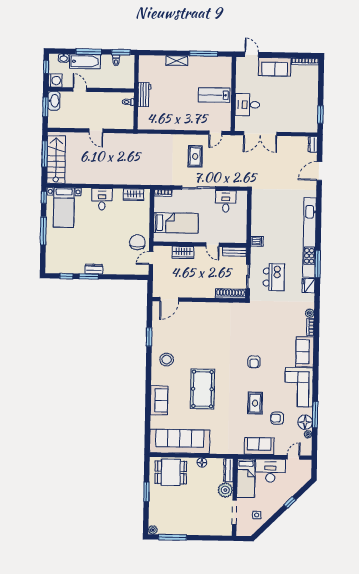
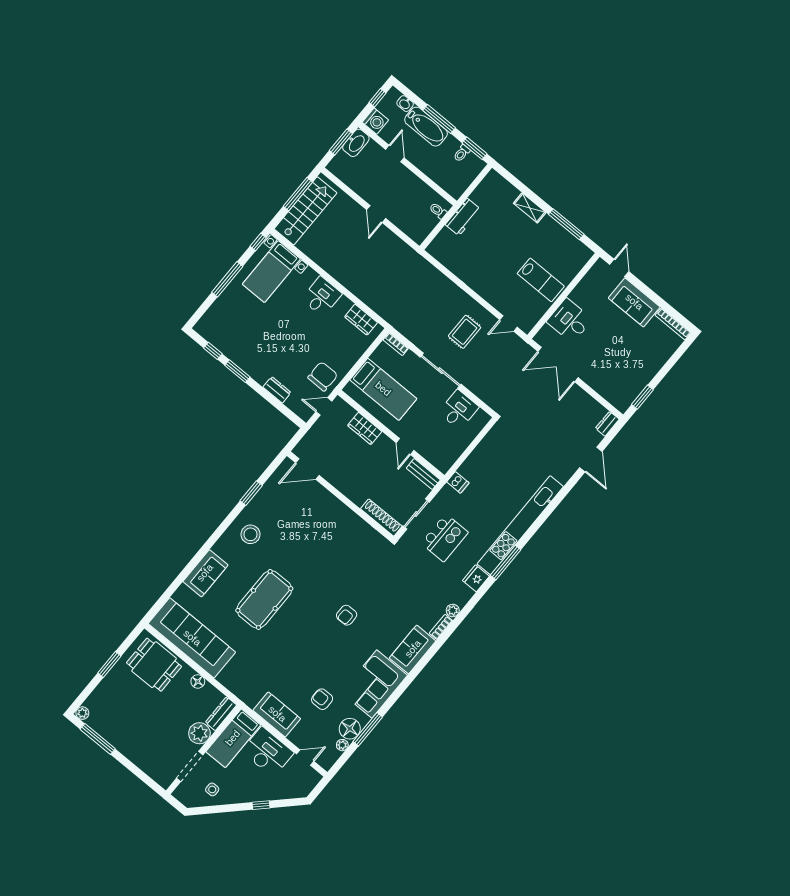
lab bench: (214, 95) -> (541, 280), turned 180
door: (319, 171) -> (591, 459), swing flipped
dresser: (94, 269) -> (277, 390), moved
rug: (255, 403) -> (311, 662), removed

